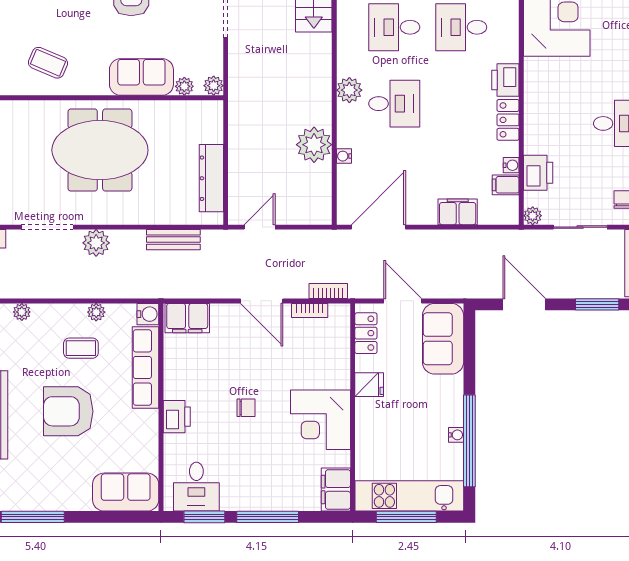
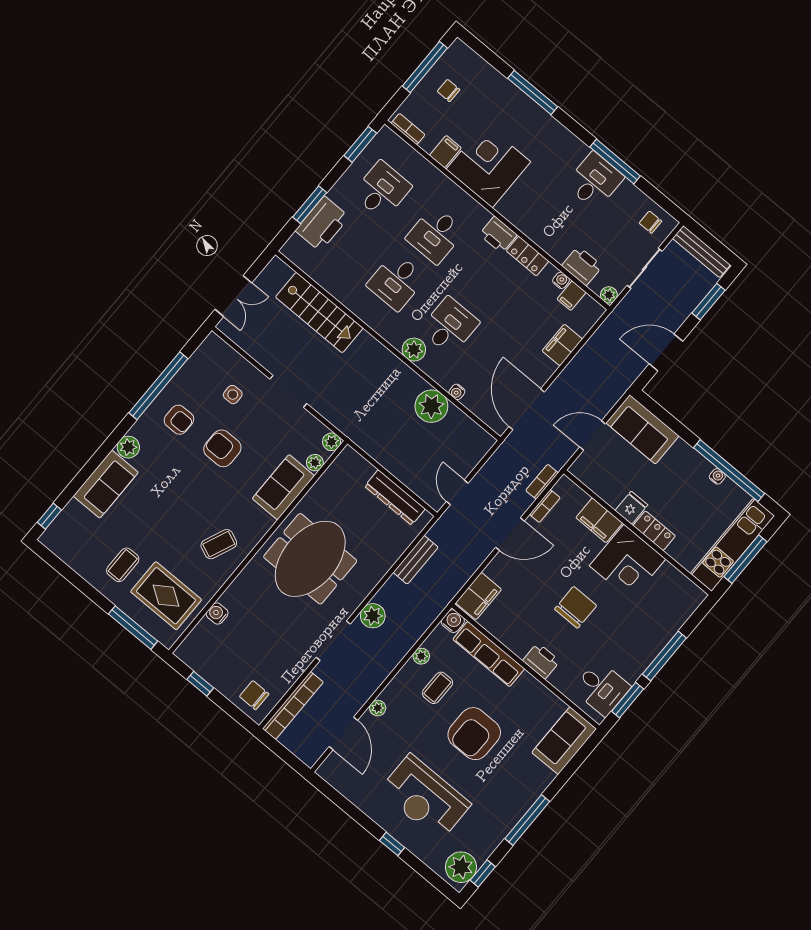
locker: (366, 333) -> (654, 531), moved
chair: (246, 408) -> (576, 607), width x1.87, depth x1.87
filing cabinet: (336, 489) -> (599, 520), moved

